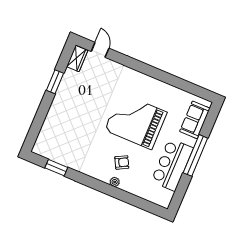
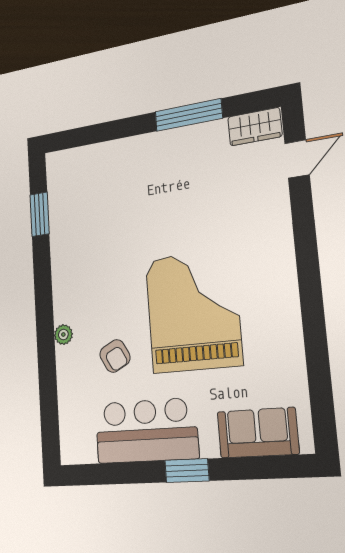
window: (55, 82) -> (188, 115), width x1.44
window: (195, 155) -> (187, 471), width x0.47
armchair: (122, 162) -> (115, 356), moved

